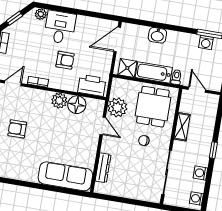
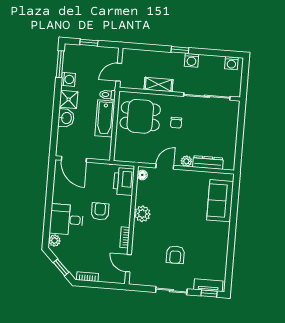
washing machine: (206, 42) -> (68, 79), moved
shower: (127, 68) -> (69, 99), moved
floor lamp: (77, 105) -> (142, 175), moved, width x0.53, depth x0.53
plant: (117, 107) -> (186, 161), moved, width x0.53, depth x0.53
washing machine: (200, 173) -> (192, 60), moved
sofa: (65, 176) -> (220, 201), width x0.73

